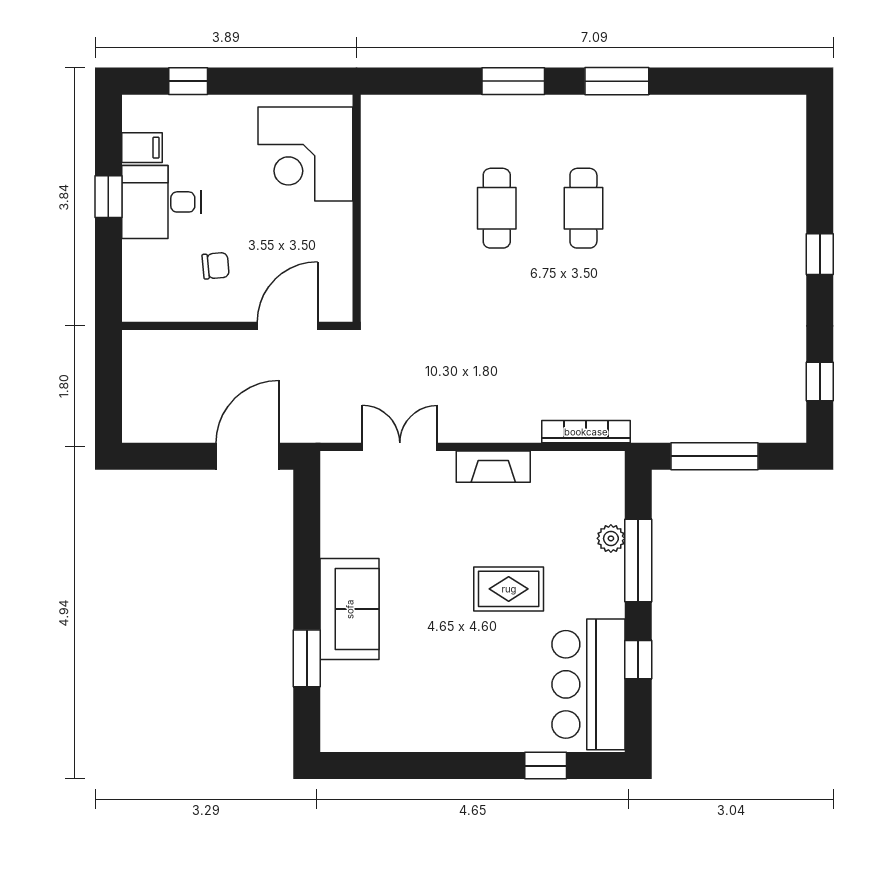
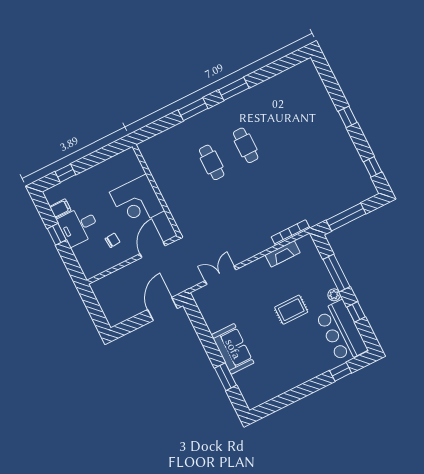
corner desk: (305, 154) -> (137, 201), moved
fireplace: (493, 467) -> (283, 254), moved
plant: (611, 538) -> (334, 295), moved

